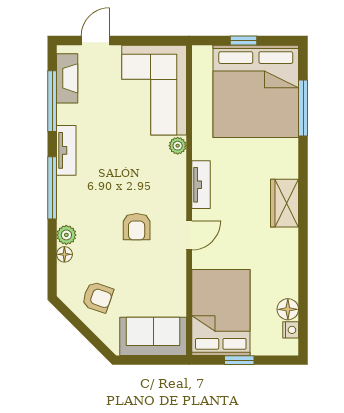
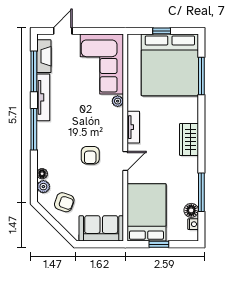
tv unit: (66, 150) -> (43, 97), width x1.41
plant: (66, 235) -> (43, 187), moved
window: (303, 282) -> (201, 192), added

